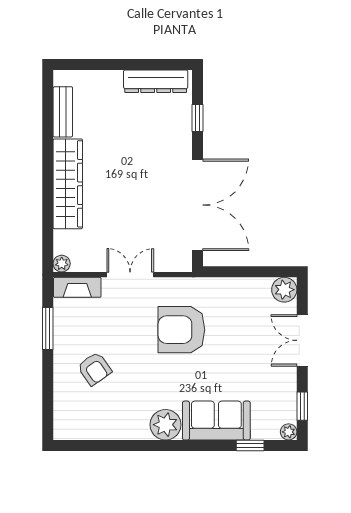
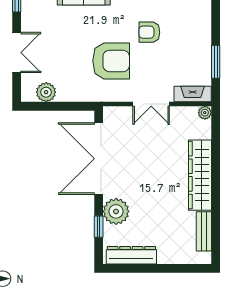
plant: (175, 137) -> (116, 211), added
plant: (284, 290) -> (46, 92), moved
armchair: (95, 369) -> (149, 32), moved, turned -55

